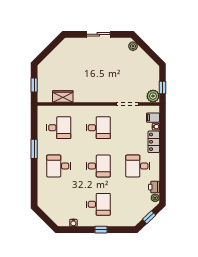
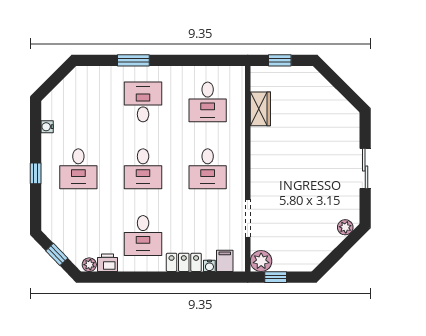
window: (34, 149) -> (133, 60), moved
desk: (138, 166) -> (143, 235), turned 180

